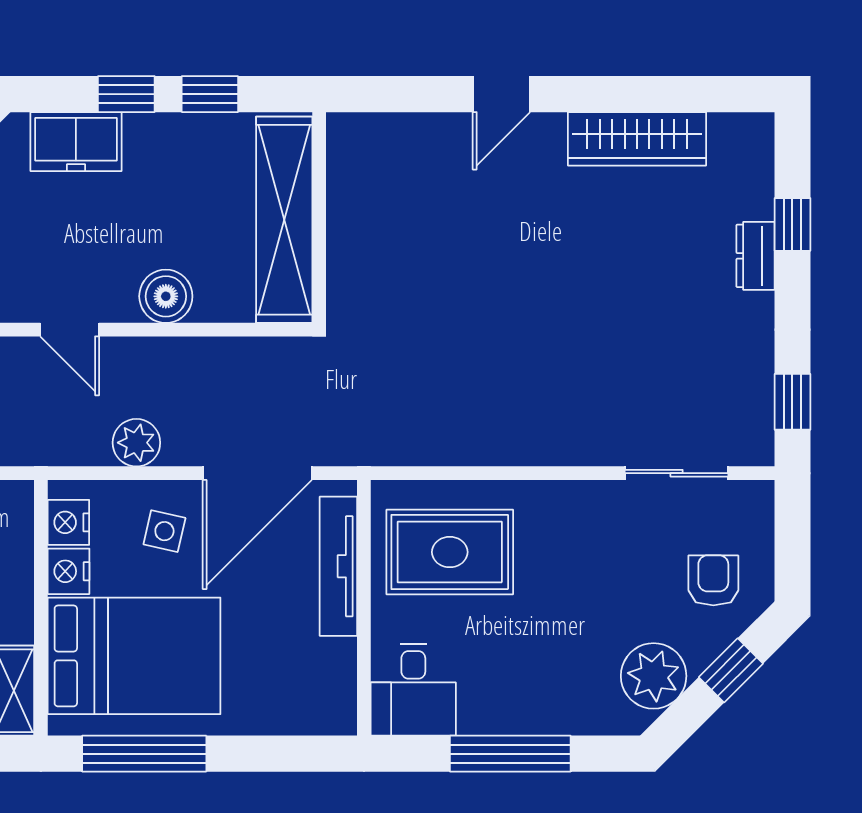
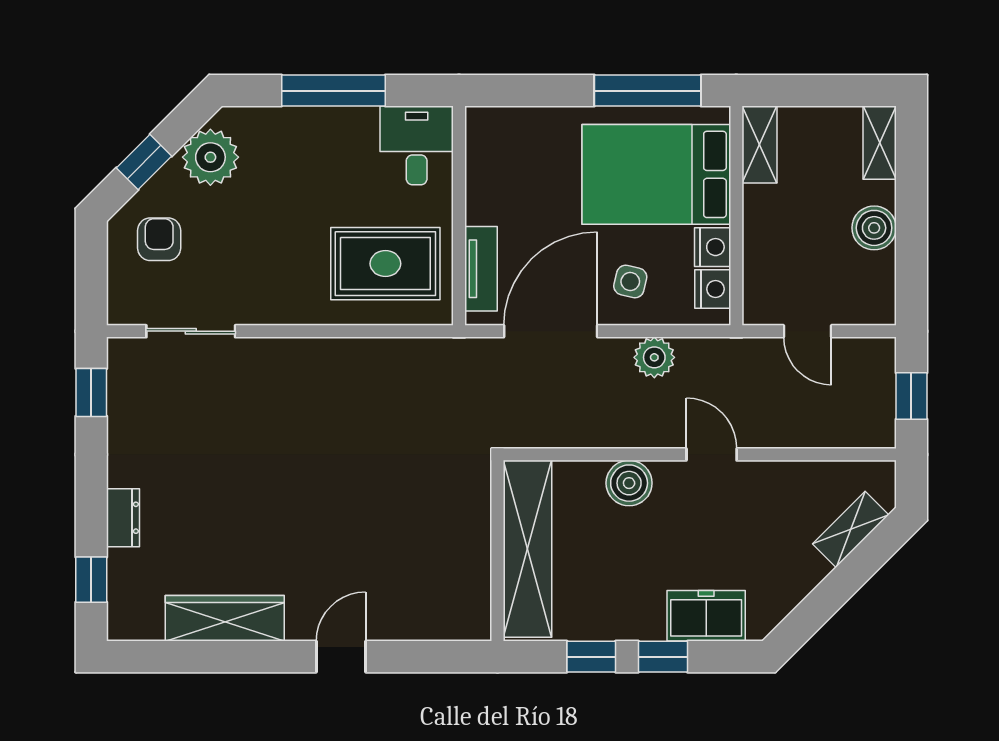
window: (792, 224) -> (91, 580), moved
tv unit: (338, 566) -> (481, 269), width x0.71
armchair: (713, 580) -> (159, 239), turned 180

